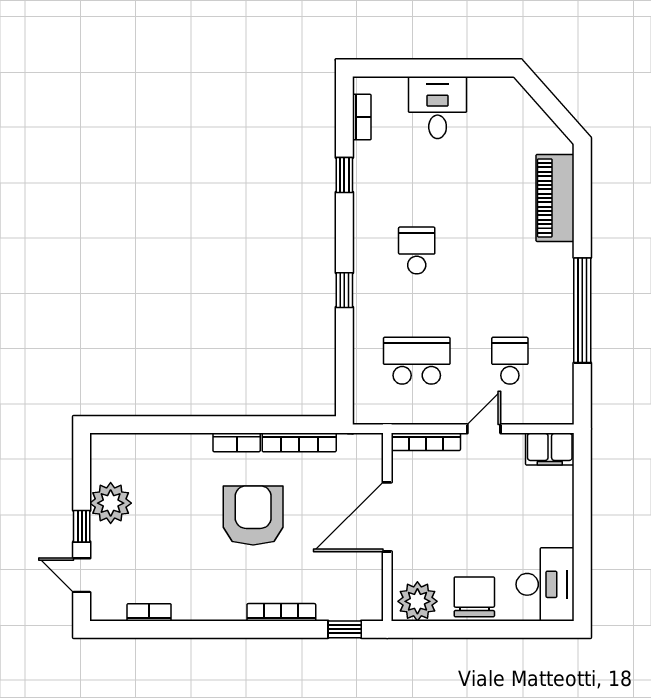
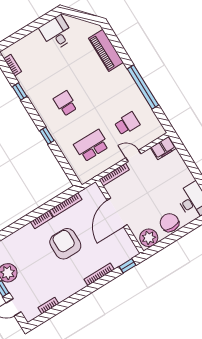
desk: (438, 107) -> (57, 33), moved
school desk: (510, 361) -> (127, 124), turned 90
door: (484, 429) -> (133, 156), hinge flipped

